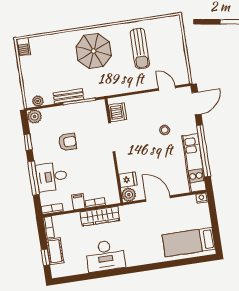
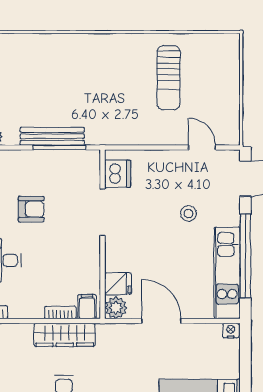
parasol: (94, 51) -> (94, 71), removed
bench: (68, 96) -> (52, 136), width x1.36
filing cabinet: (78, 202) -> (87, 307), moved

